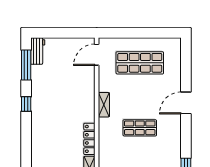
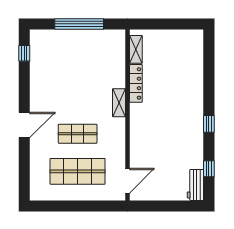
window: (26, 65) -> (209, 169), width x0.46
shelving: (104, 105) -> (119, 103), moved
shop shelf: (140, 128) -> (78, 134), moved

